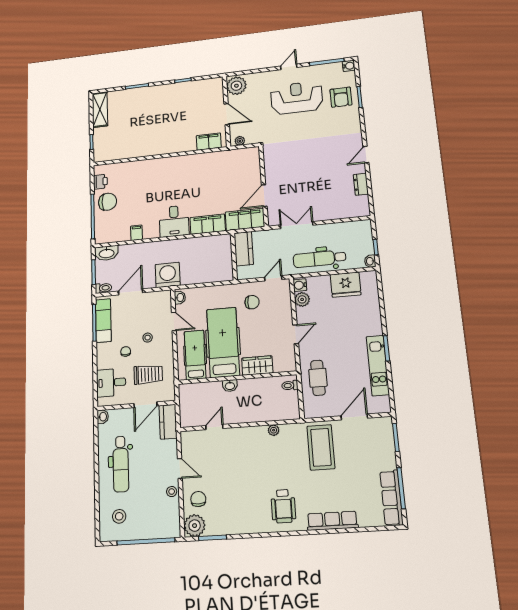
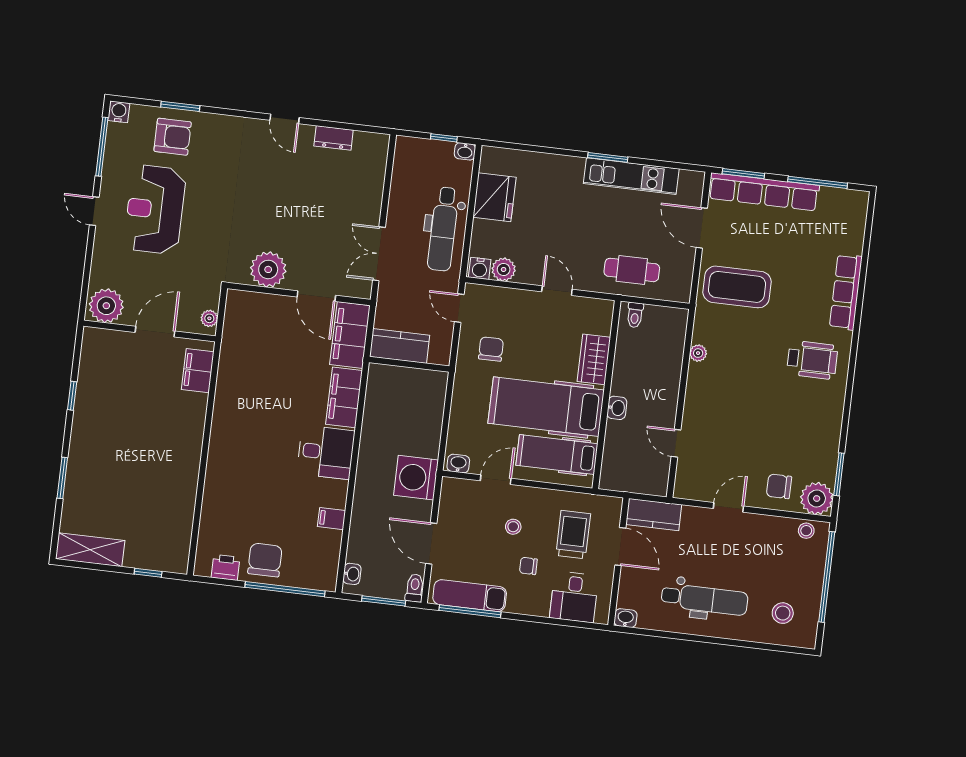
plant: (274, 166) -> (268, 269), added
washbasin: (107, 253) -> (352, 574), width x0.52, depth x0.69
stool: (172, 492) -> (806, 531), moved
row of seats: (391, 498) -> (764, 192), moved, width x1.36

